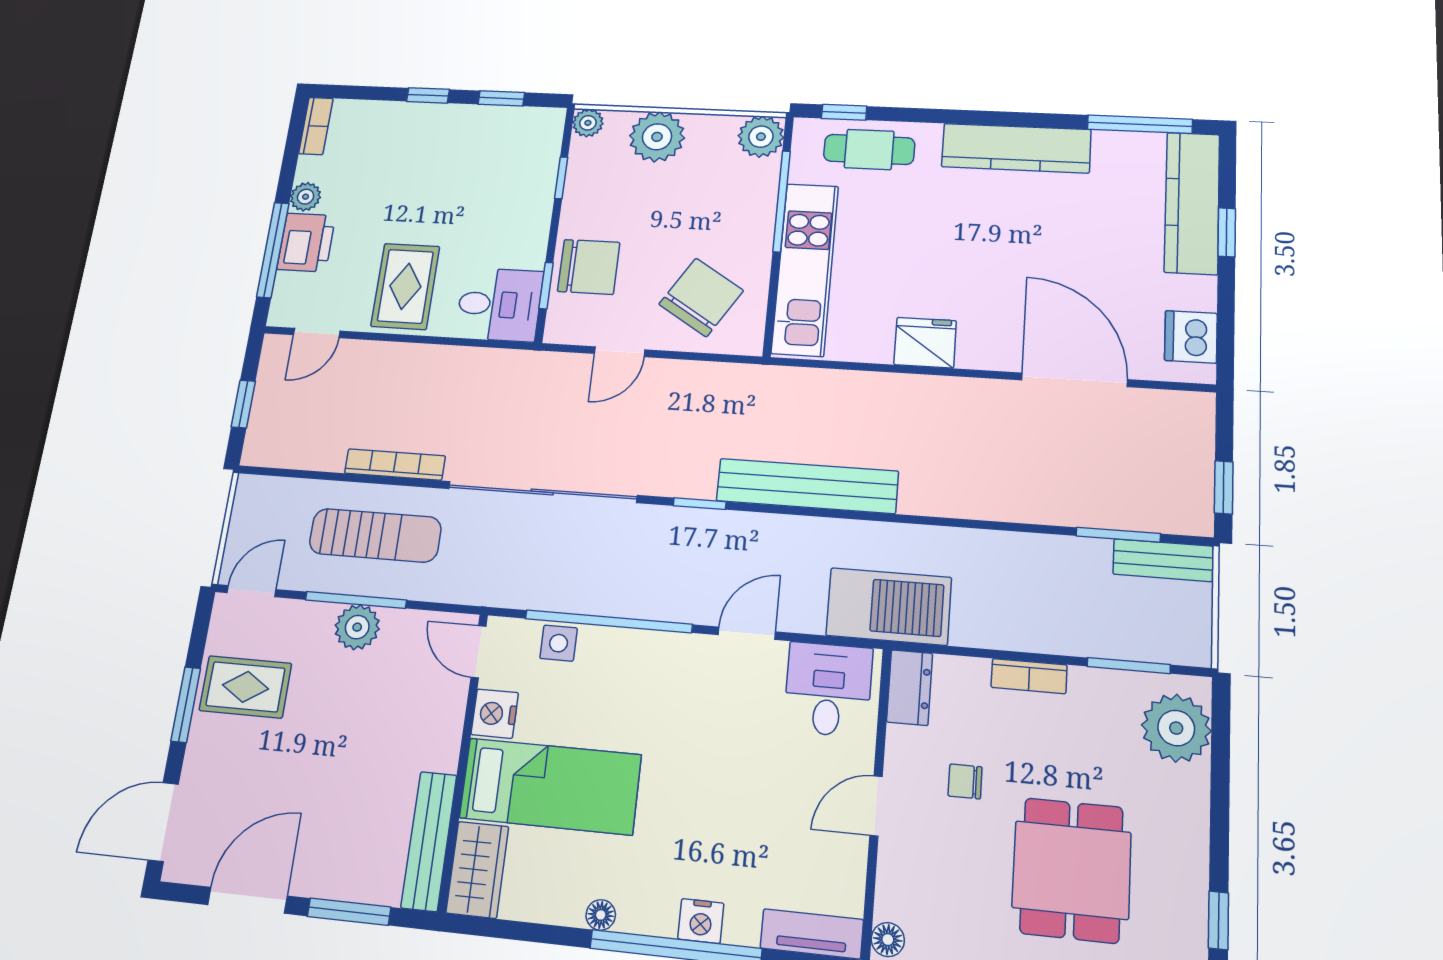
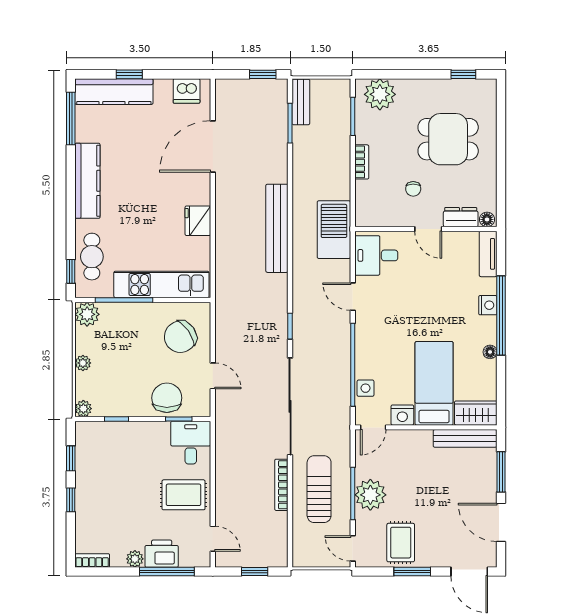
plant: (657, 137) -> (83, 363), width x0.53, depth x0.53
chair: (701, 297) -> (180, 337), turned -67
bench: (807, 486) -> (277, 228), moved
plant: (357, 627) -> (370, 495), width x1.36, depth x1.36
dresser: (910, 688) -> (461, 217), moved

